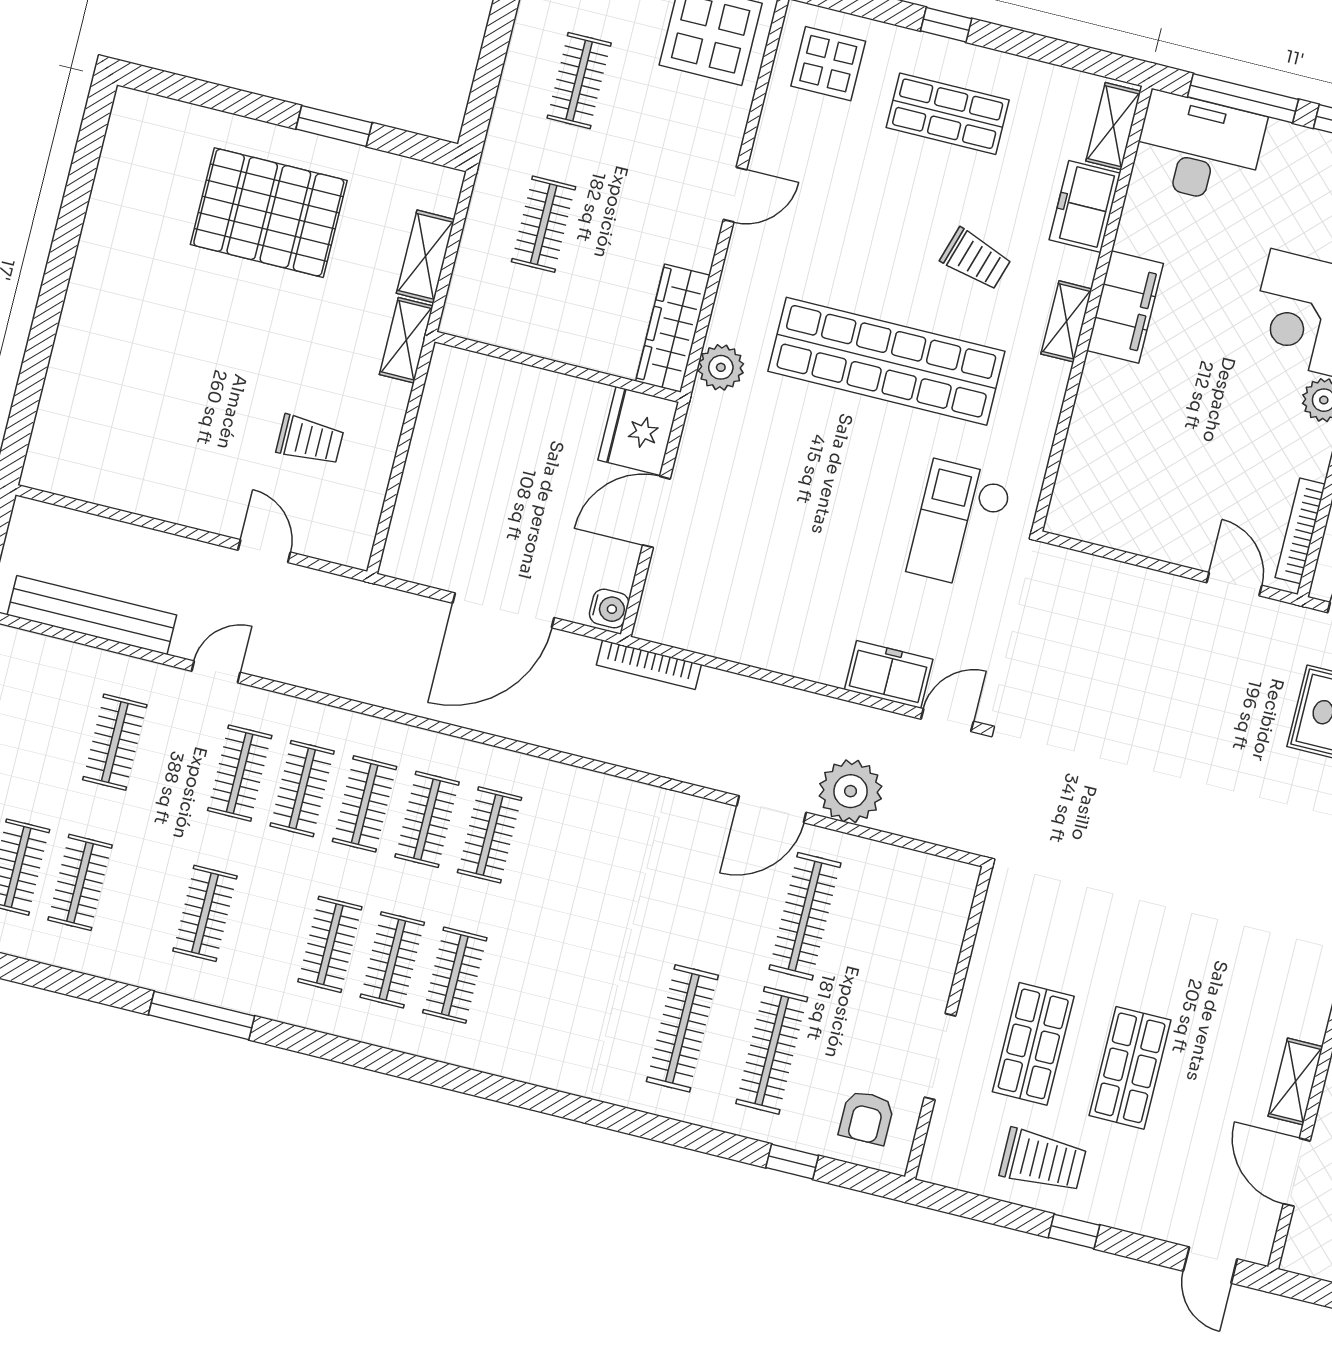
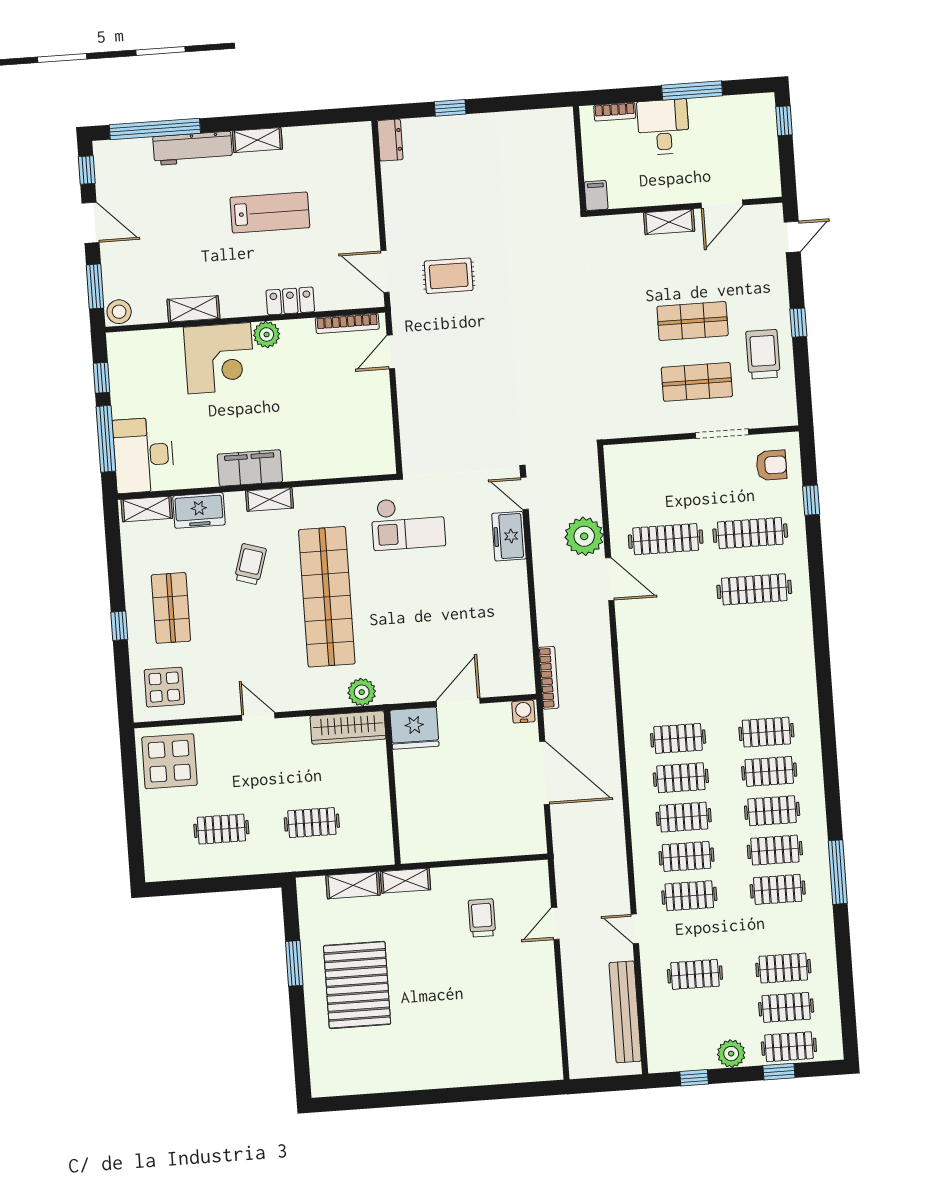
door: (656, 512) -> (458, 702), swing flipped
clothes rail: (267, 929) -> (775, 850), added

